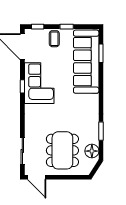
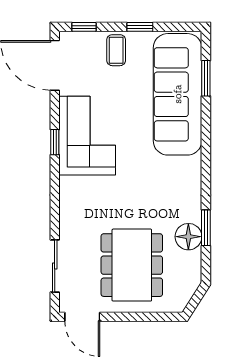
floor lamp: (92, 151) -> (188, 237), moved

